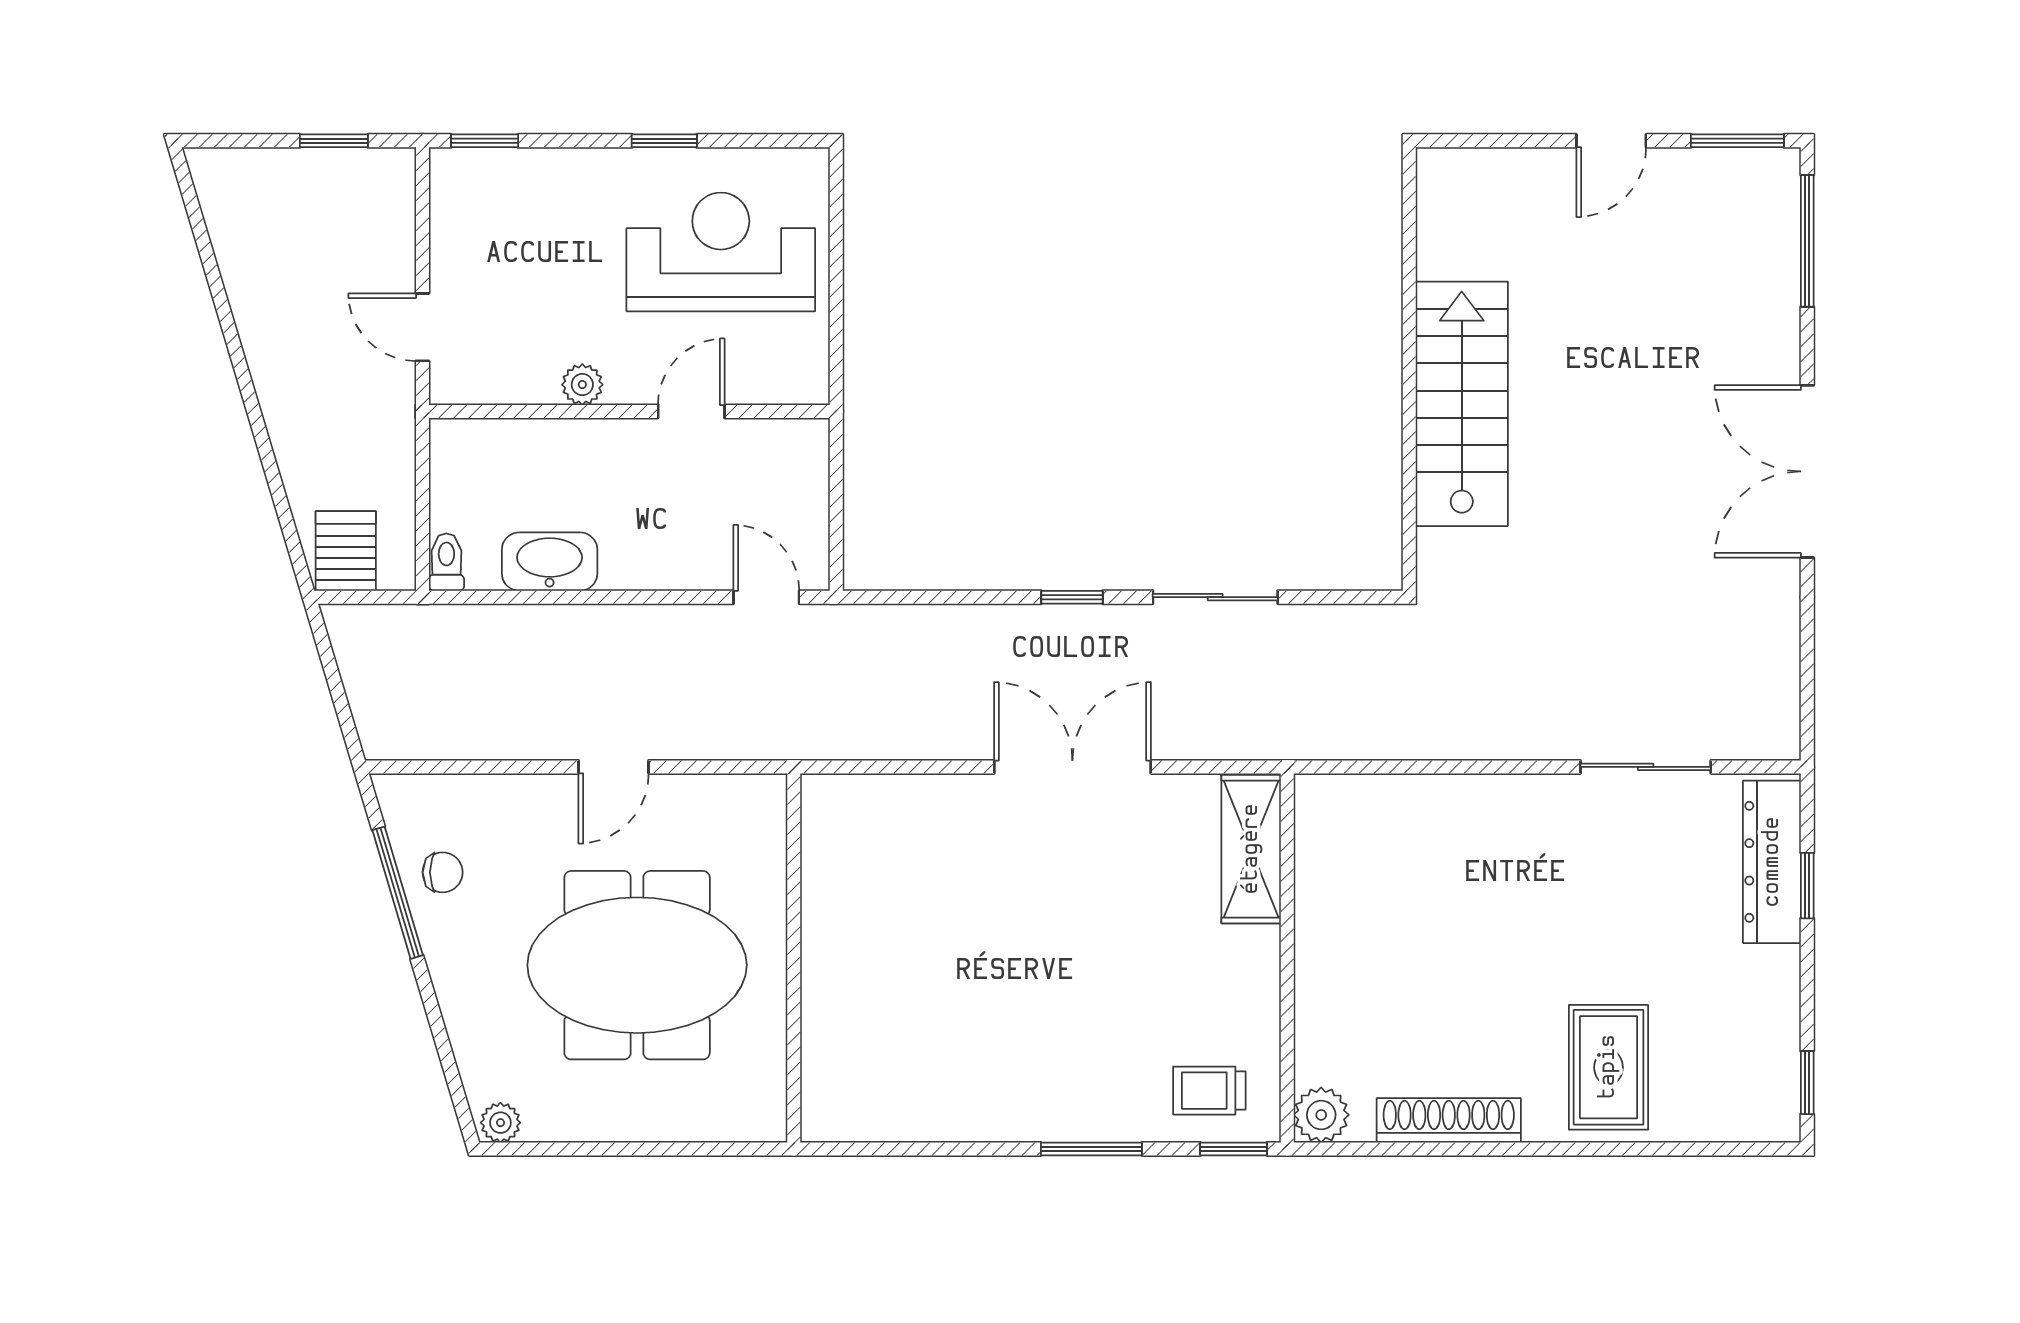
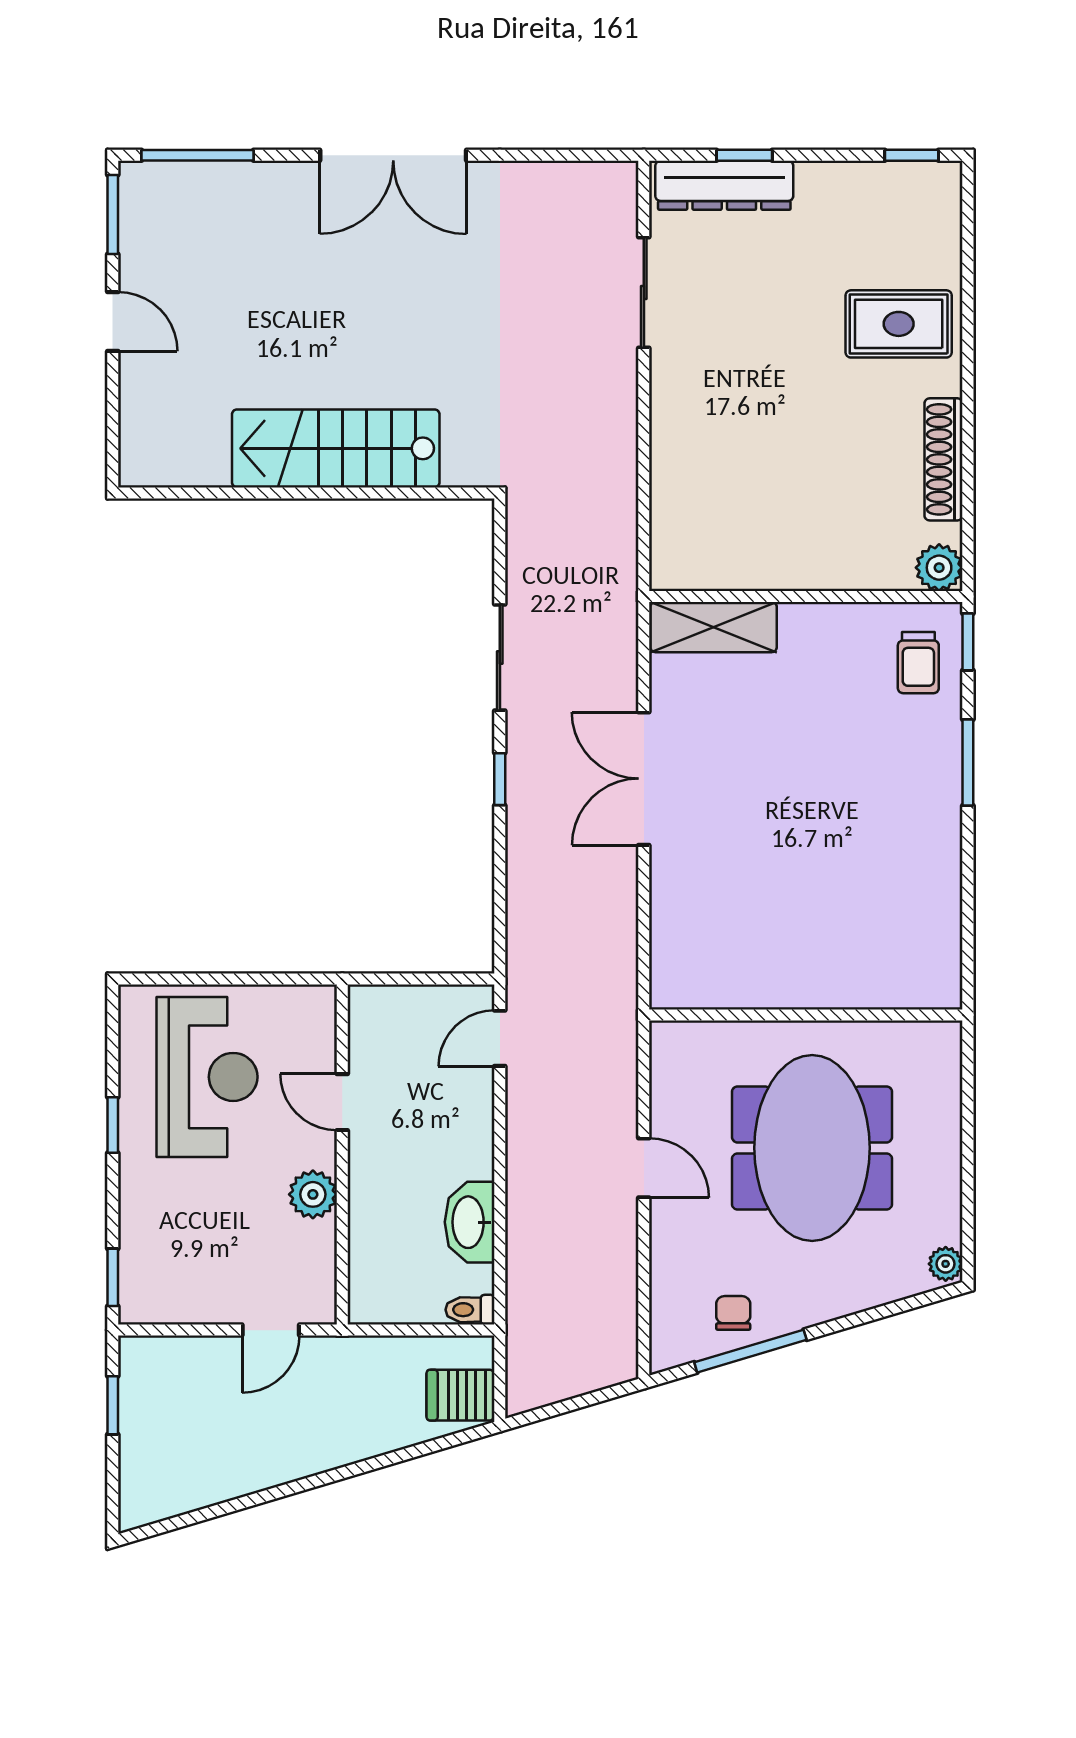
reception desk: (721, 252) -> (207, 1077), turned 180
plant: (582, 385) -> (313, 1194), width x1.38, depth x1.38

